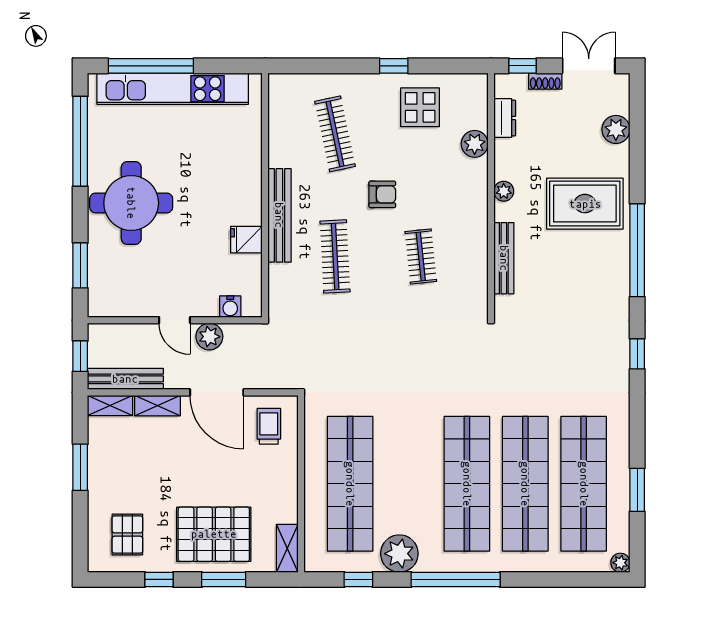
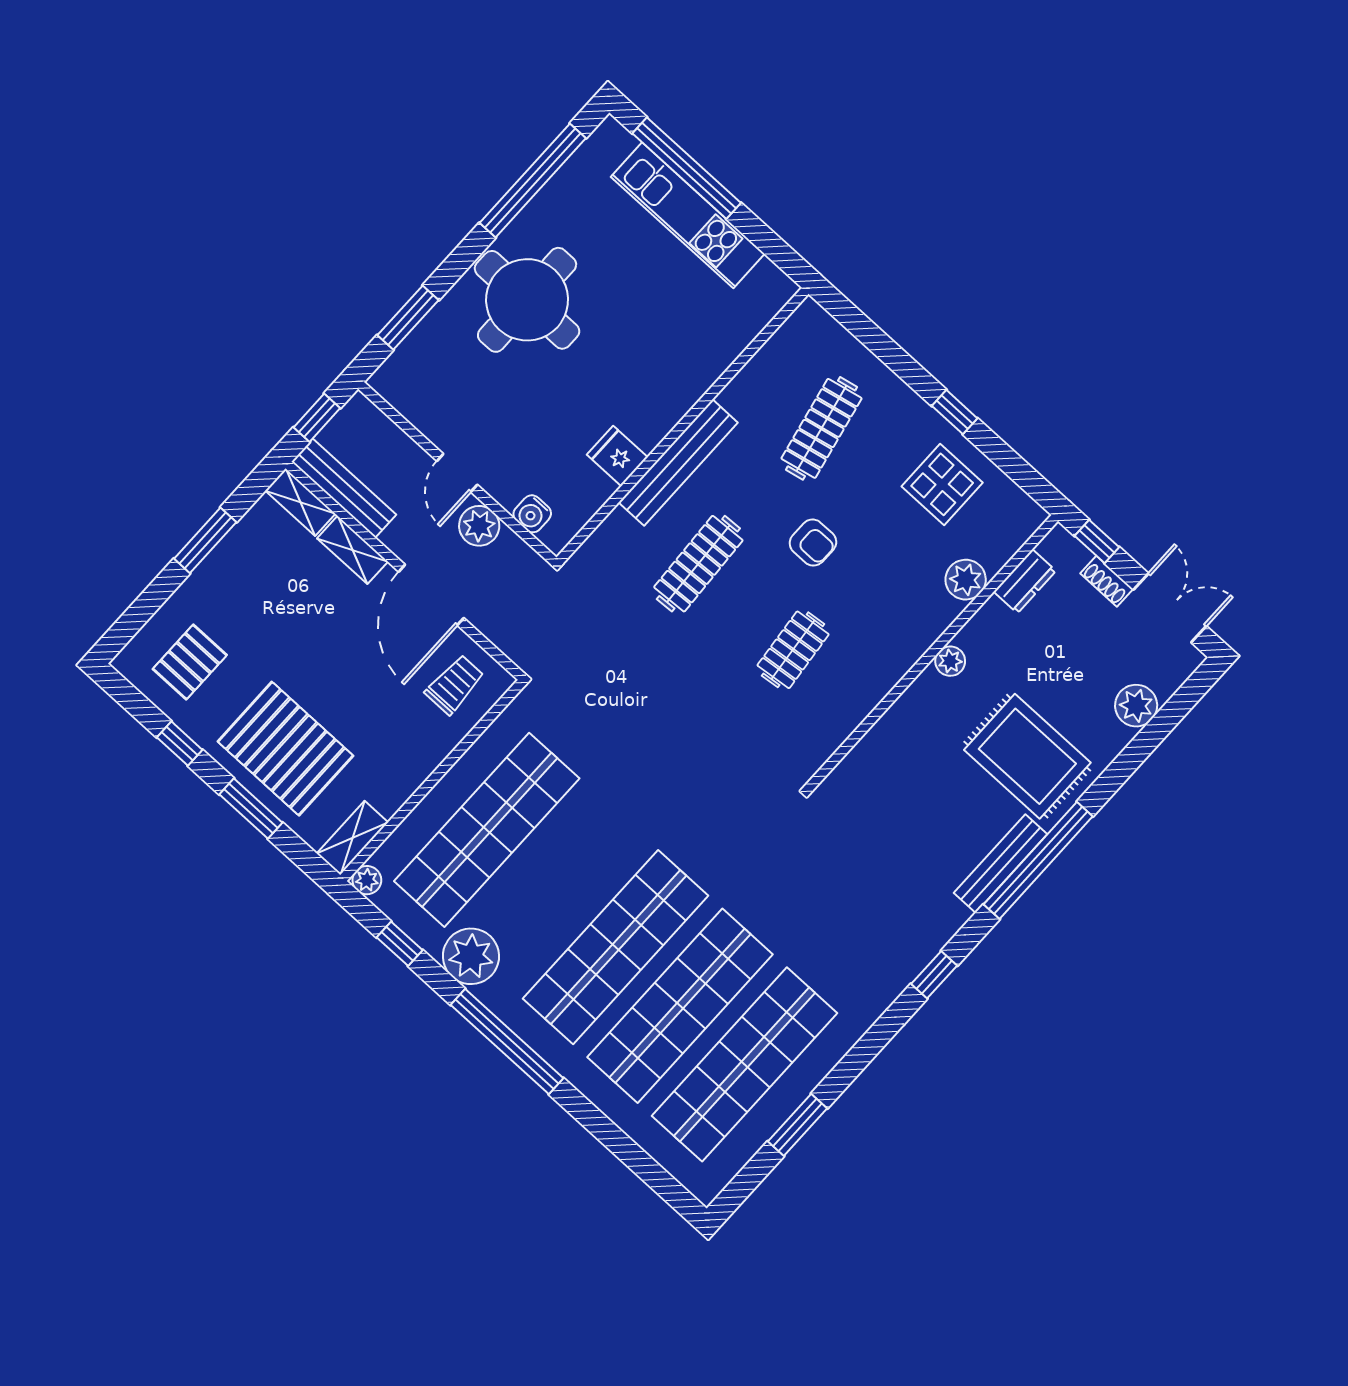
kitchen unit: (173, 89) -> (688, 215), width x0.73
bench: (504, 258) -> (1001, 864), moved
plant: (620, 563) -> (367, 880), moved

